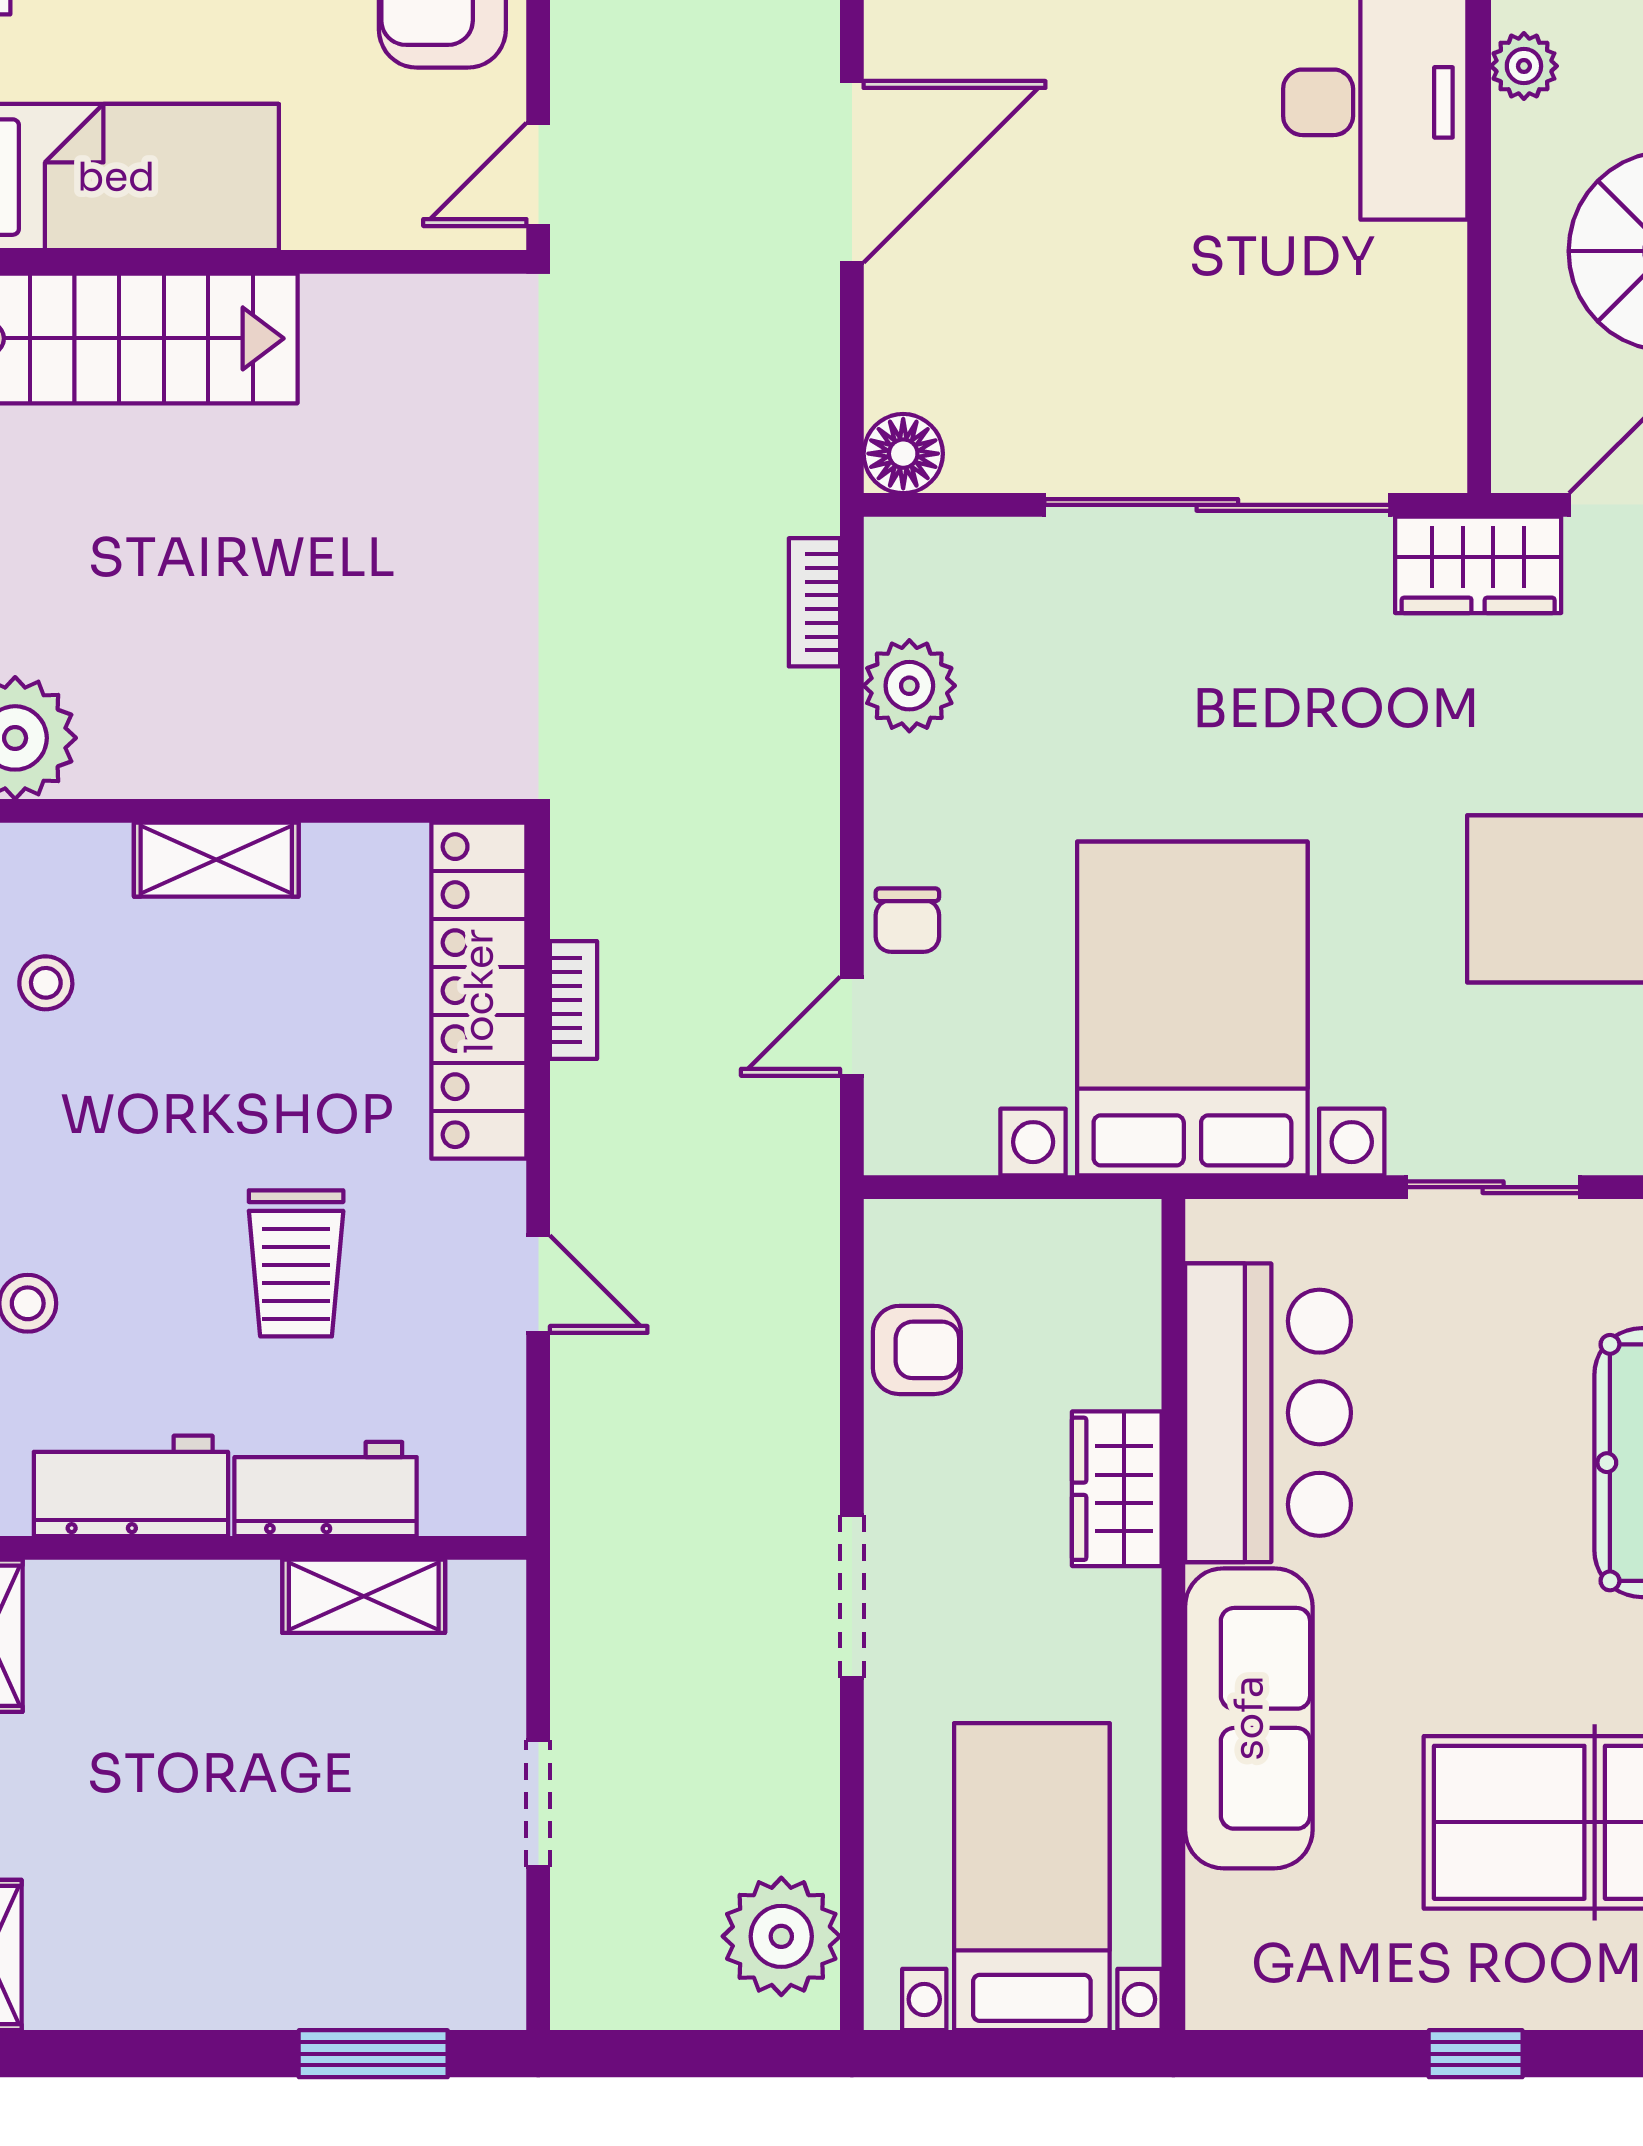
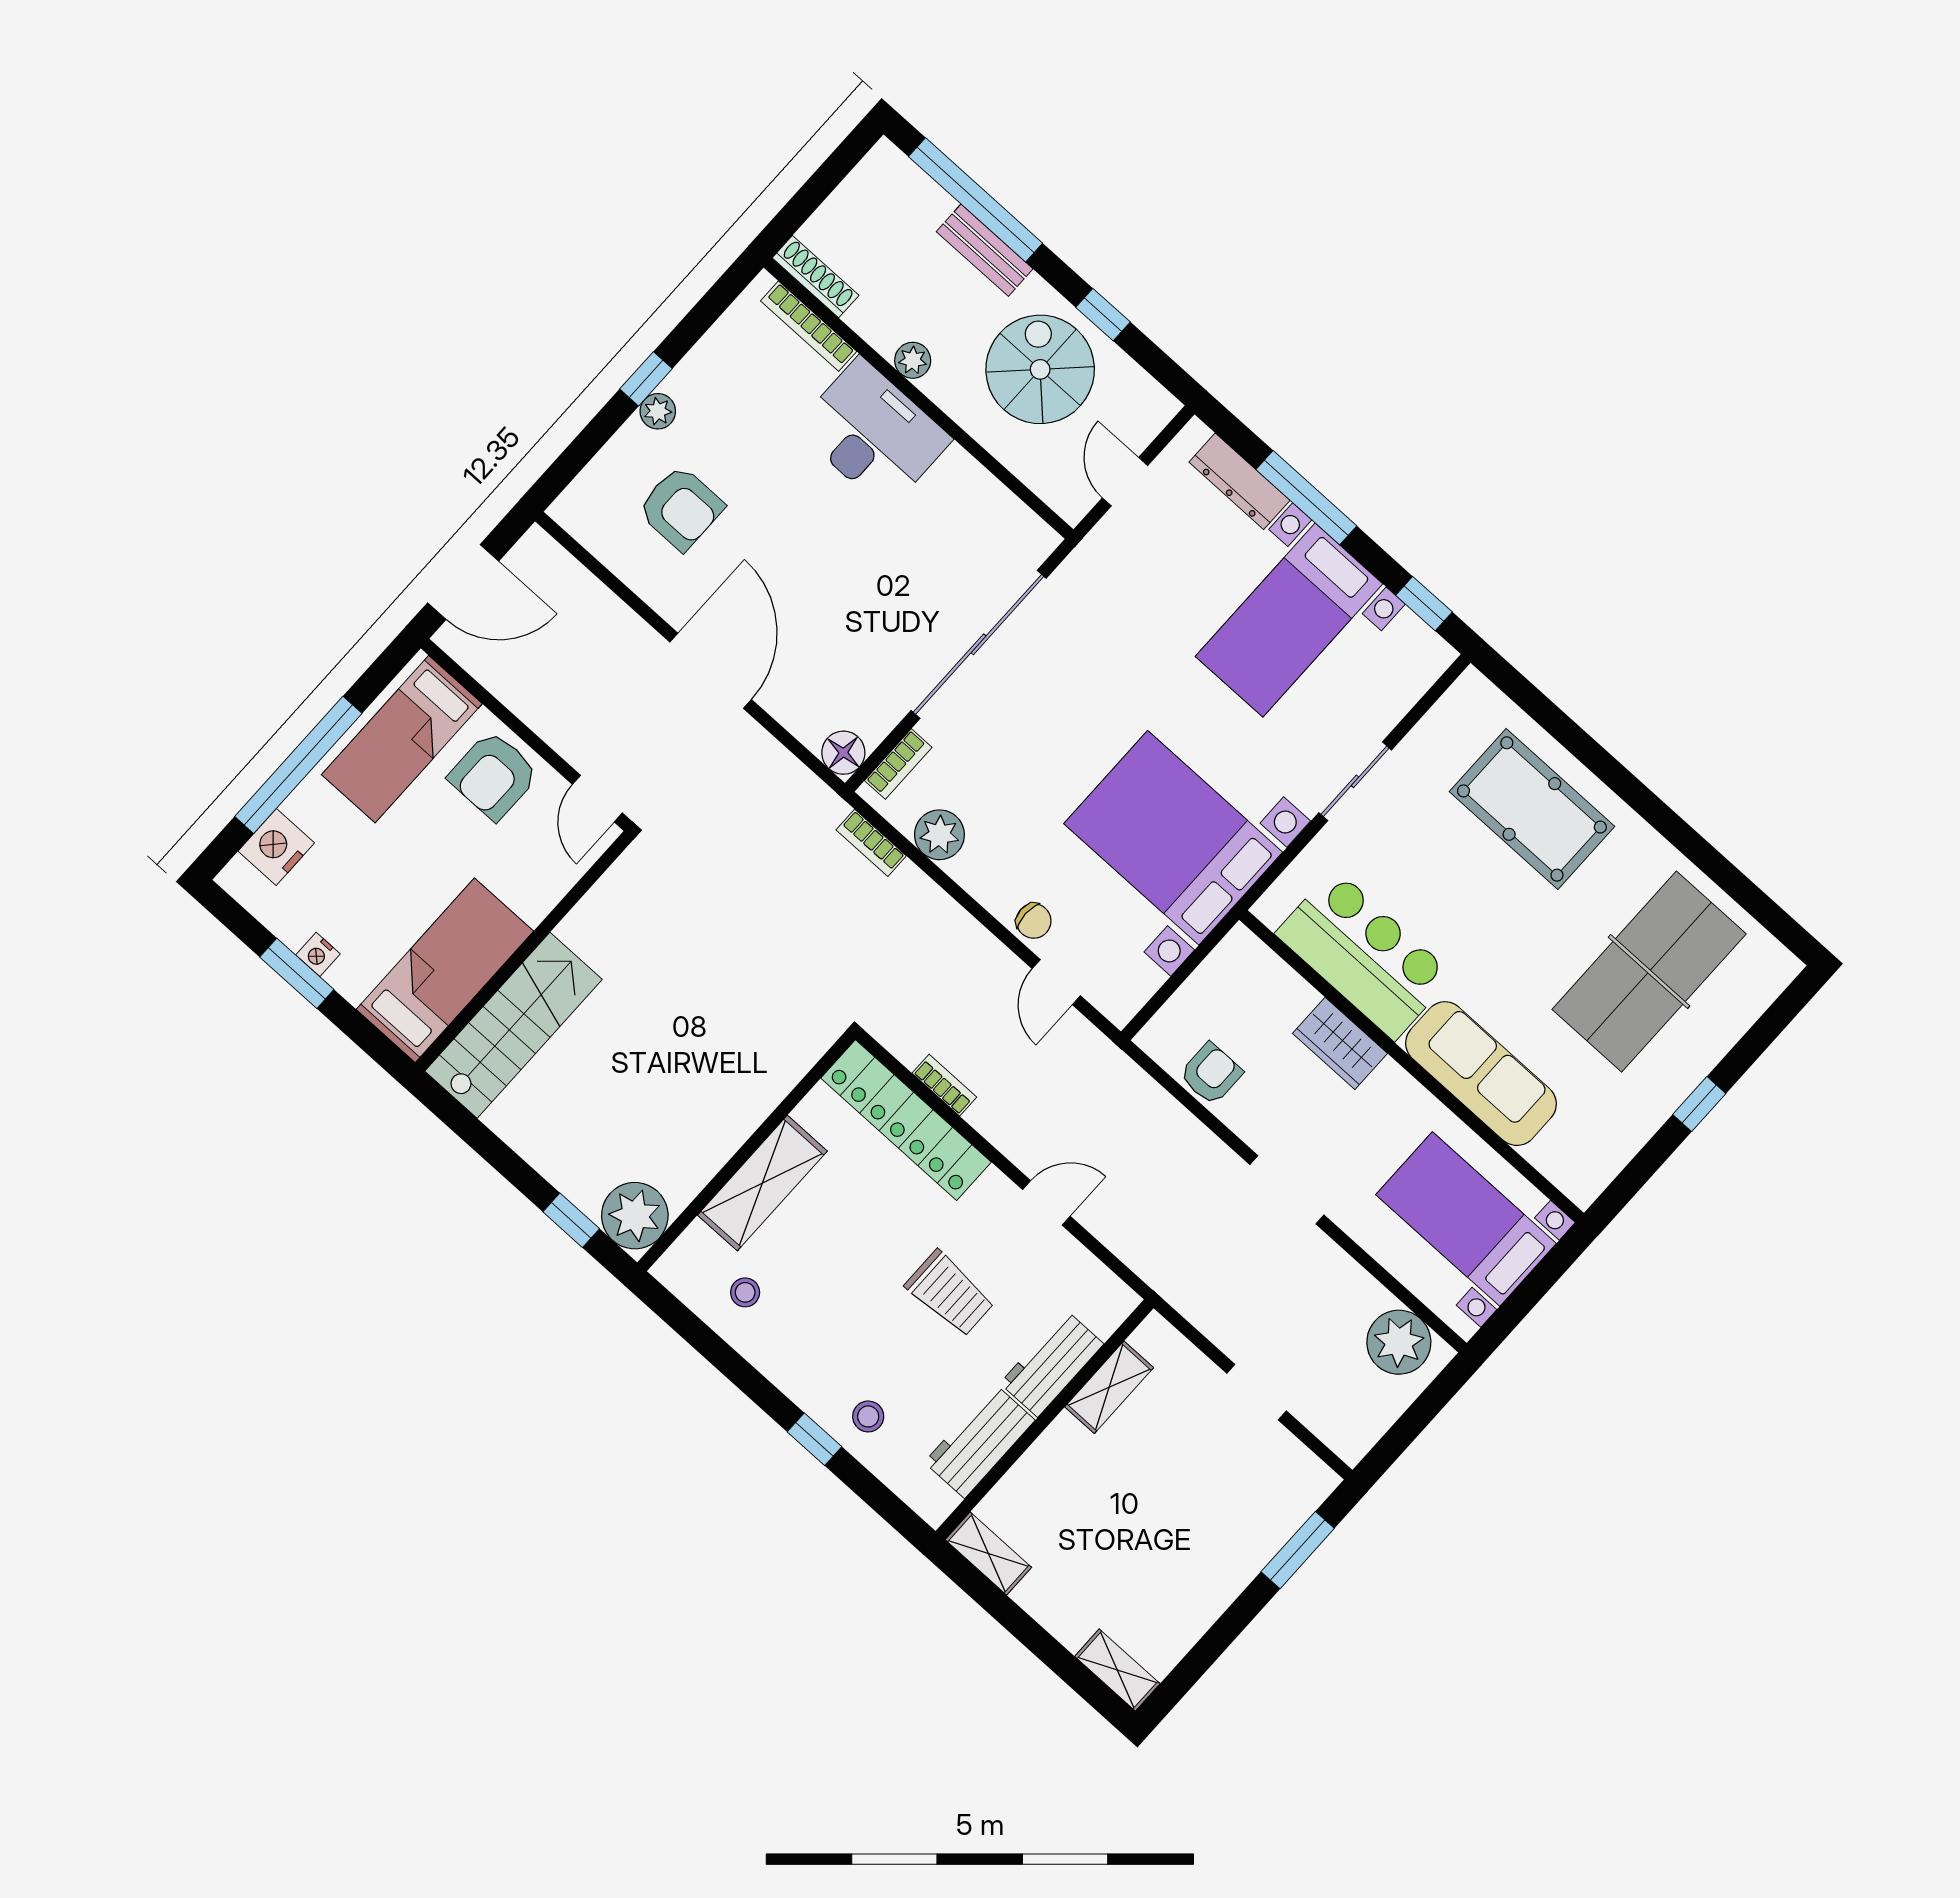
bookcase: (955, 543) -> (898, 764), added
wardrobe: (1478, 565) -> (1098, 561), removed
shelving: (216, 860) -> (762, 1183), width x1.50, depth x1.33

